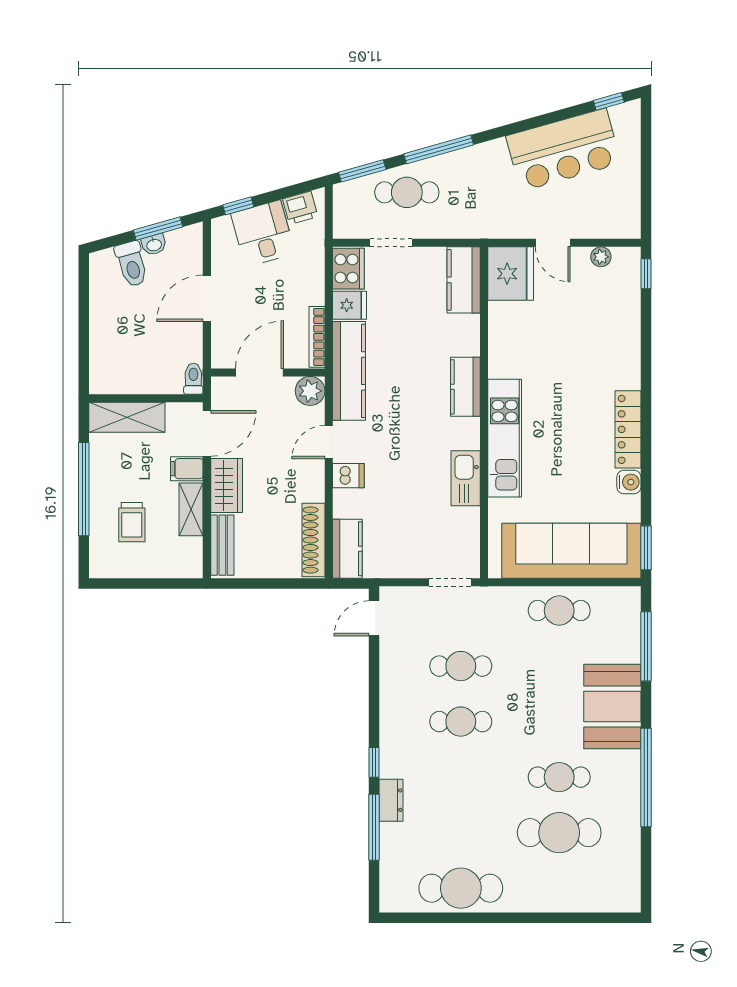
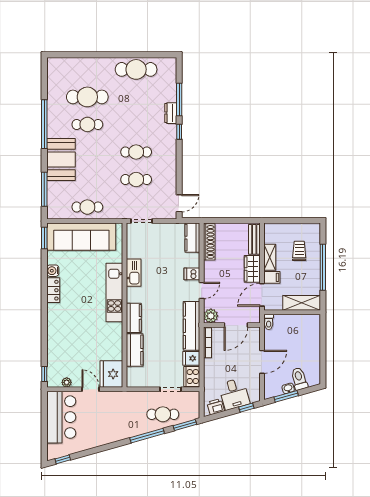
bar counter: (564, 150) -> (61, 417), moved, turned 106
kitchen counter: (464, 280) -> (135, 350), moved
locker: (628, 429) -> (53, 290), width x0.66

